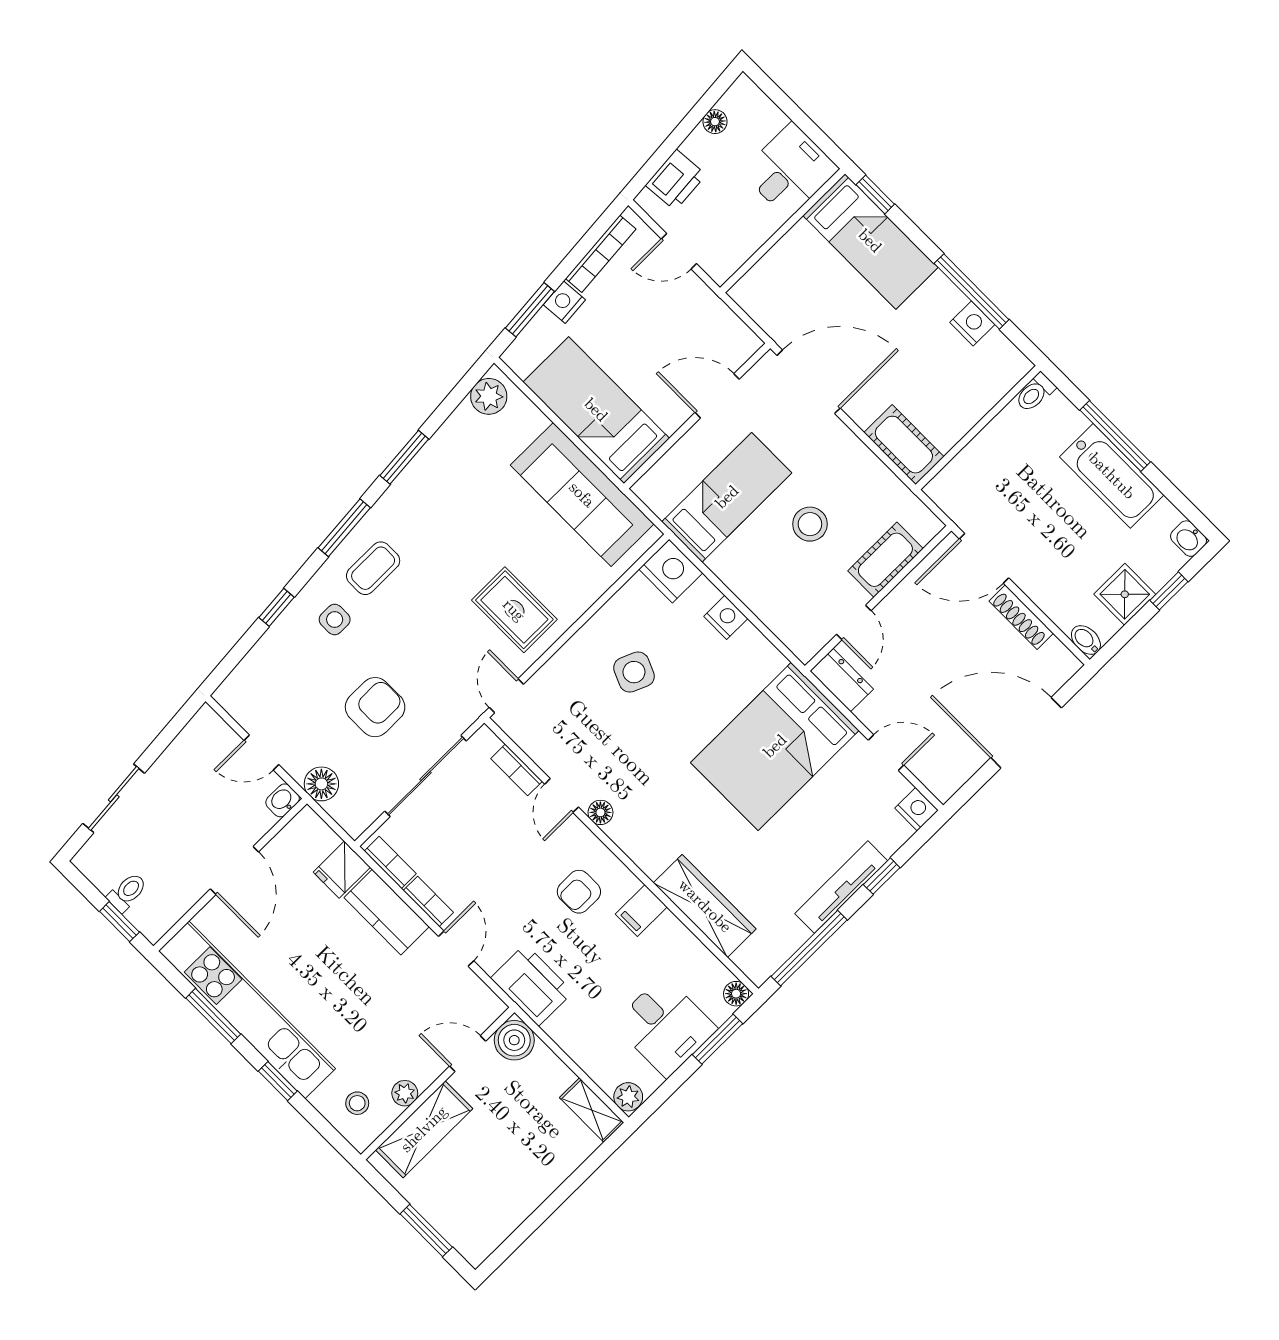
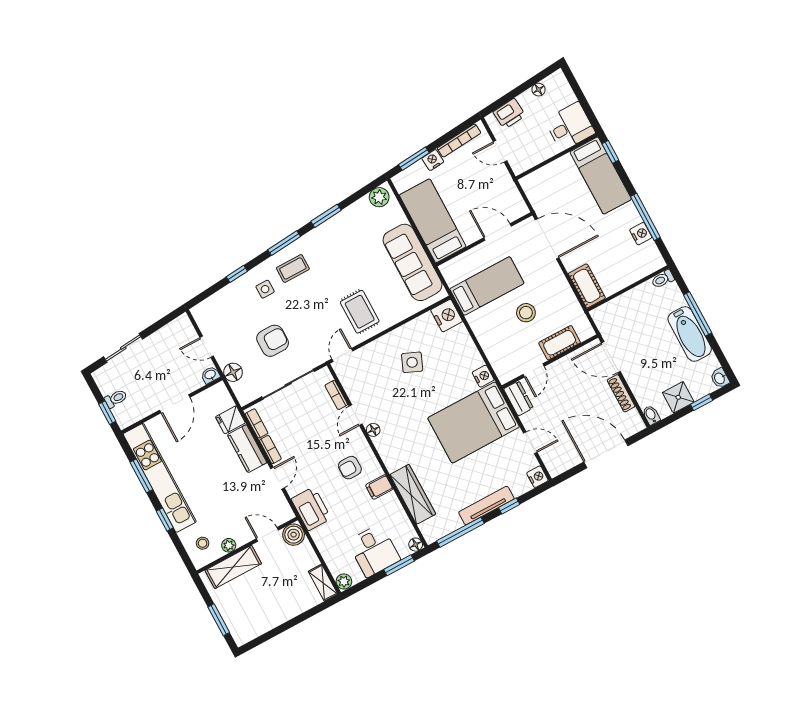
nightstand: (726, 617) -> (483, 376), moved

